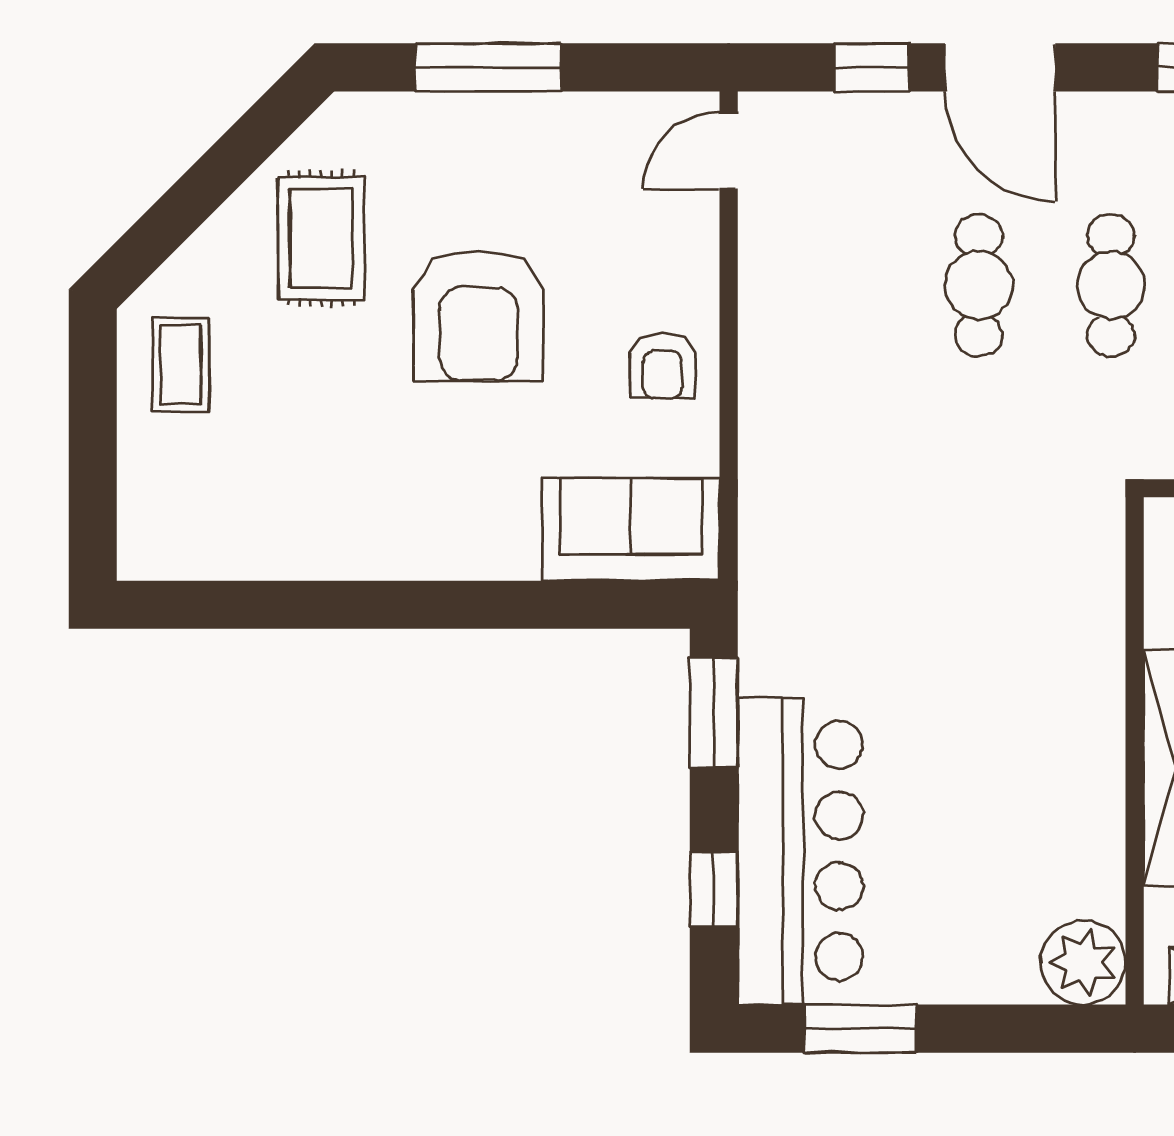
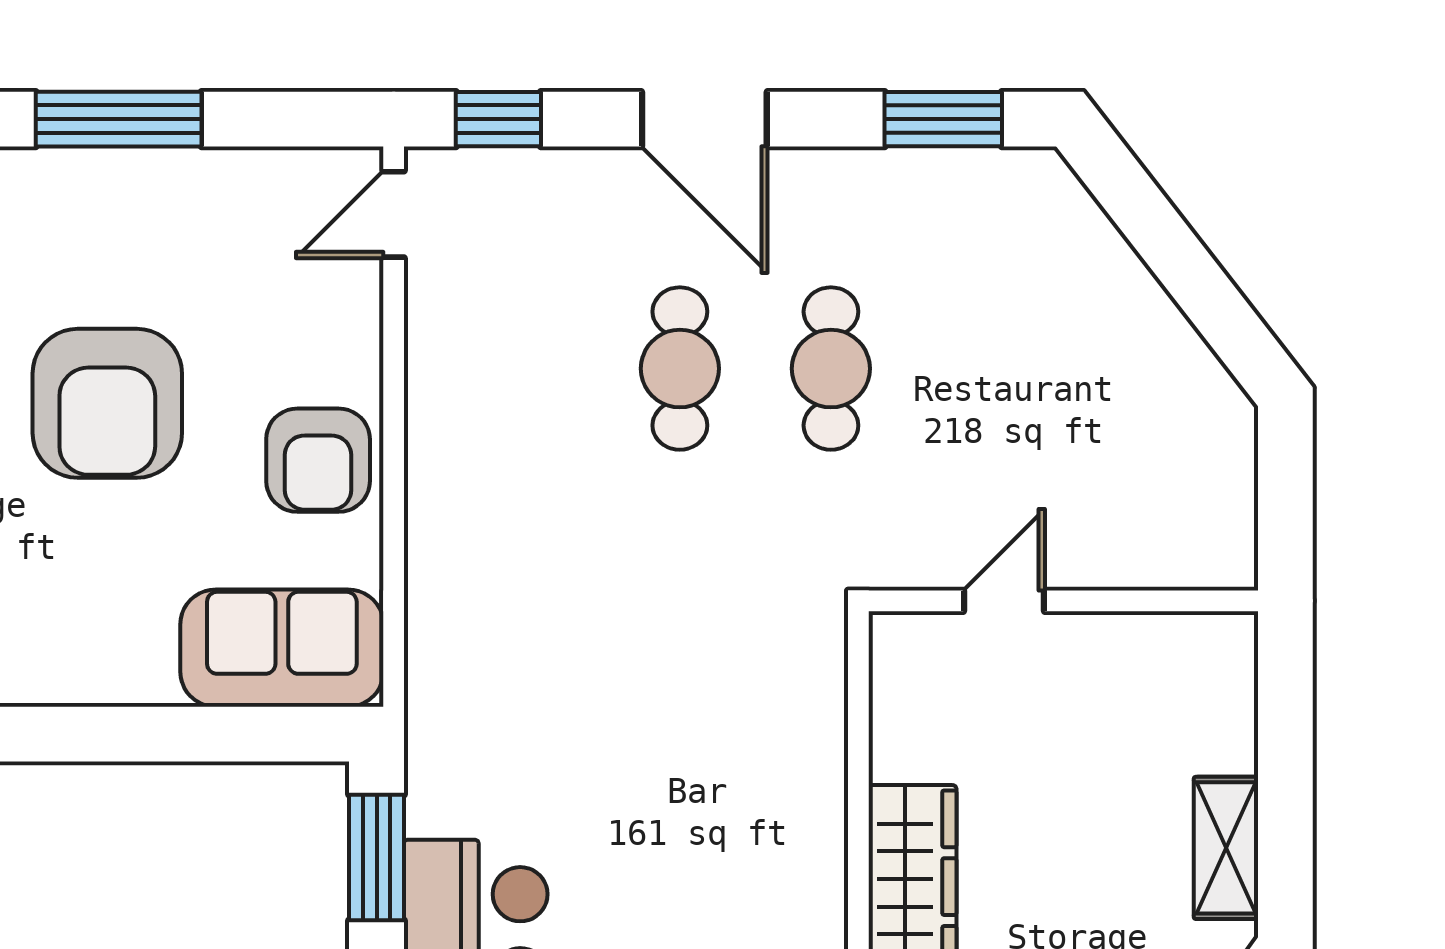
window: (872, 67) -> (498, 119), moved
armchair: (663, 365) -> (318, 460), width x1.38, depth x1.38

